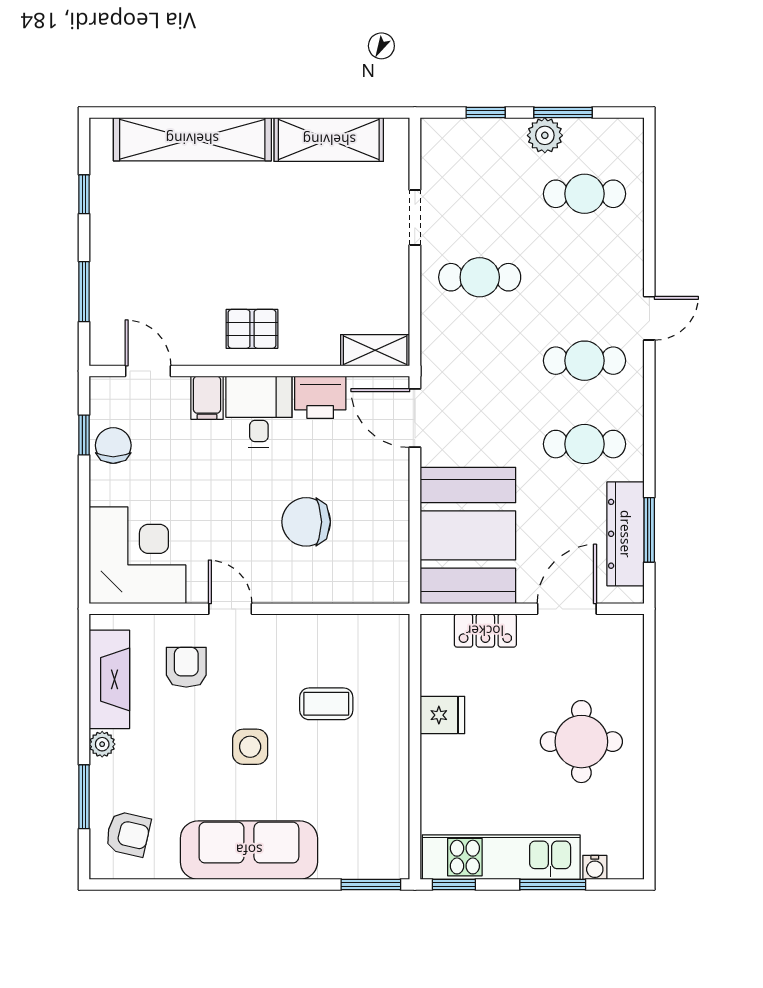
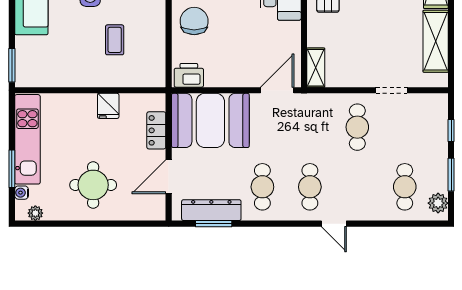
plant: (545, 135) -> (438, 203), moved
printer: (320, 397) -> (189, 75), moved, turned 90
chair: (306, 522) -> (194, 21), moved
door: (567, 609) -> (169, 177), swing flipped
plant: (631, 843) -> (35, 213), added
window: (454, 884) -> (12, 112), removed

